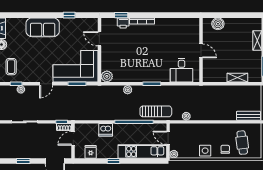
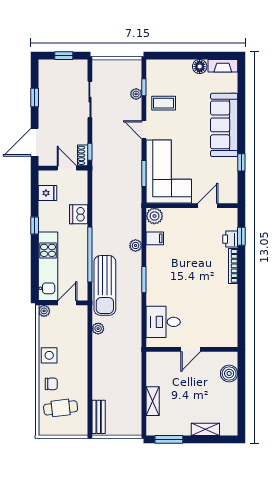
sofa: (43, 27) -> (224, 125), width x1.36
coffee table: (11, 67) -> (164, 103), moved
filing cabinet: (123, 76) -> (155, 238), added
sun lounger: (156, 111) -> (105, 285), width x1.36, depth x1.34

